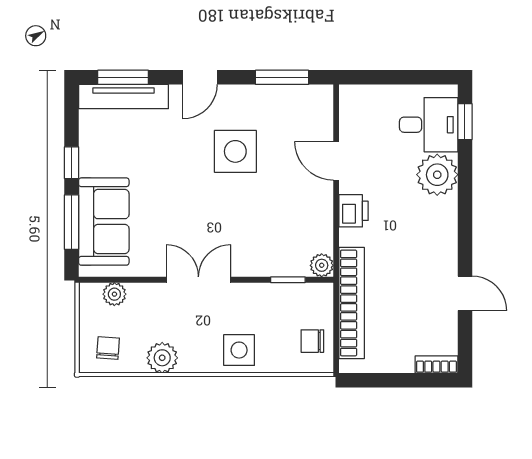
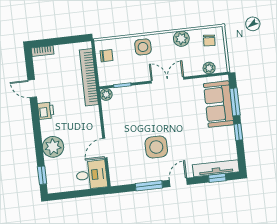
window: (123, 77) -> (217, 178), width x0.67
window: (282, 77) -> (149, 186), moved
desk: (429, 125) -> (91, 175), moved, turned 180
door: (336, 161) -> (105, 148), swing flipped
printer: (354, 211) -> (46, 111), moved, turned 180
double door: (198, 280) -> (168, 80), swing flipped

